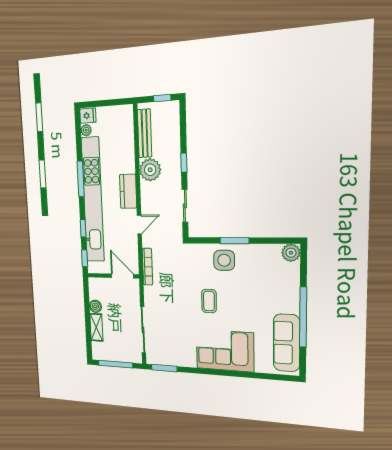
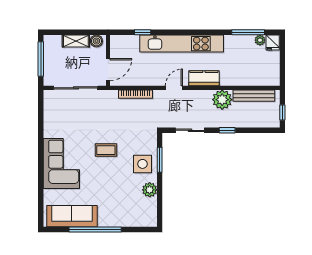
window: (81, 179) -> (248, 32), moved
kitchen unit: (93, 200) -> (182, 44), width x0.73
door: (139, 225) -> (174, 88), swing flipped
window: (83, 228) -> (171, 32), removed
window: (235, 241) -> (160, 160), moved
plant: (291, 253) -> (150, 190), moved
wall: (113, 276) -> (108, 60), moved
door: (122, 276) -> (108, 70), moved
window: (164, 368) -> (41, 107), removed

